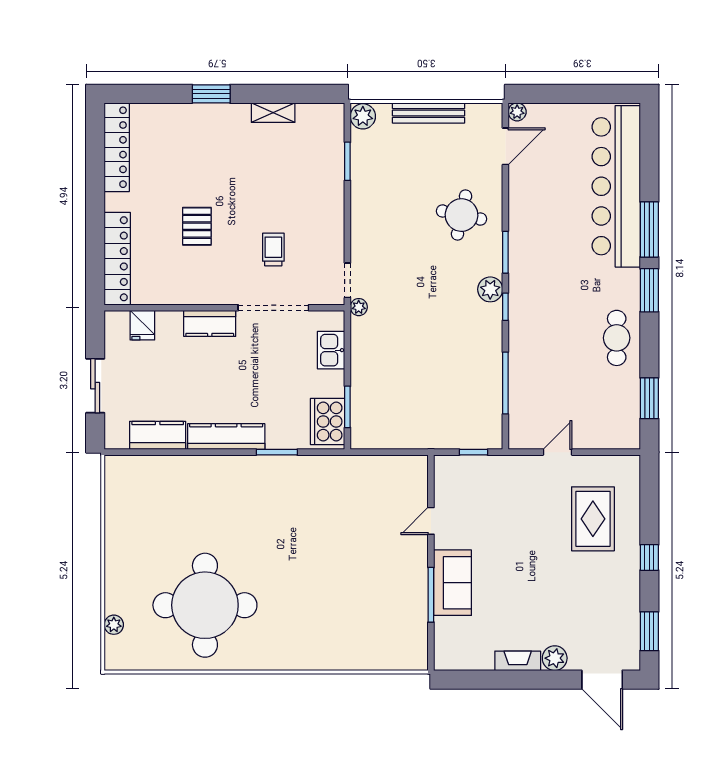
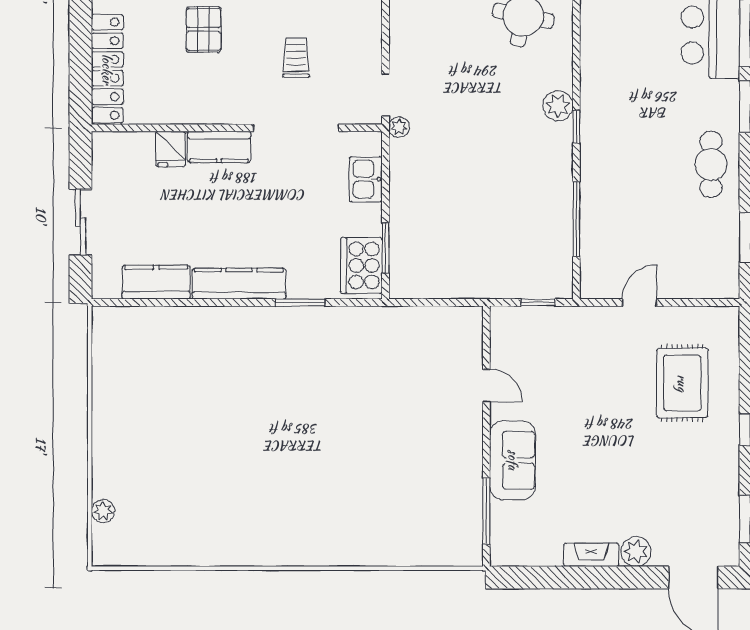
window: (505, 252) -> (576, 61), removed
fridge: (142, 325) -> (170, 149), moved
door: (431, 521) -> (486, 386), swing flipped
window: (431, 595) -> (486, 511), moved
round table: (205, 605) -> (213, 487), removed

